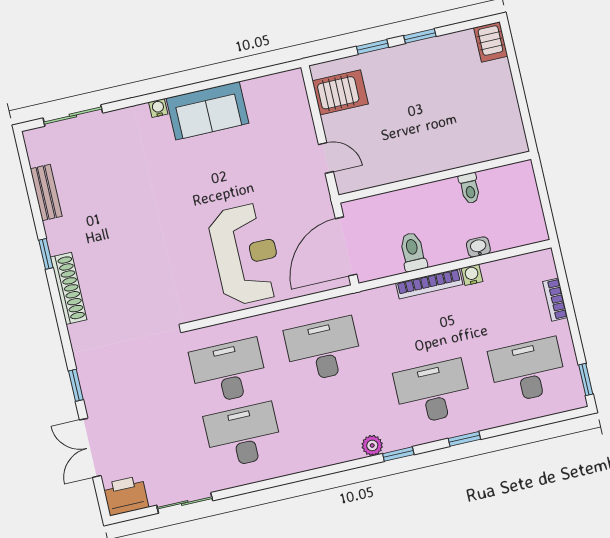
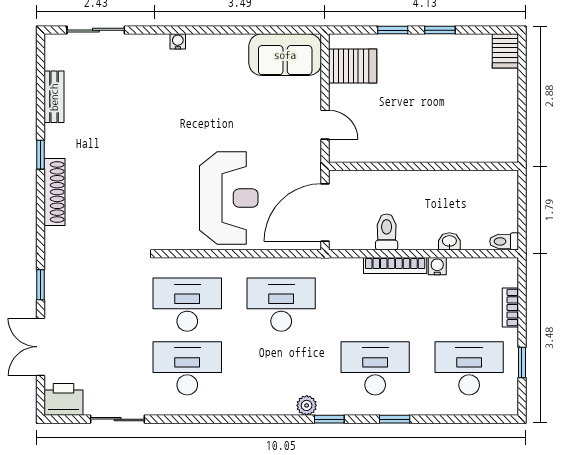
sofa: (207, 111) -> (285, 55), moved
toilet: (470, 188) -> (504, 241), moved, turned 90
window: (586, 380) -> (522, 362), moved

